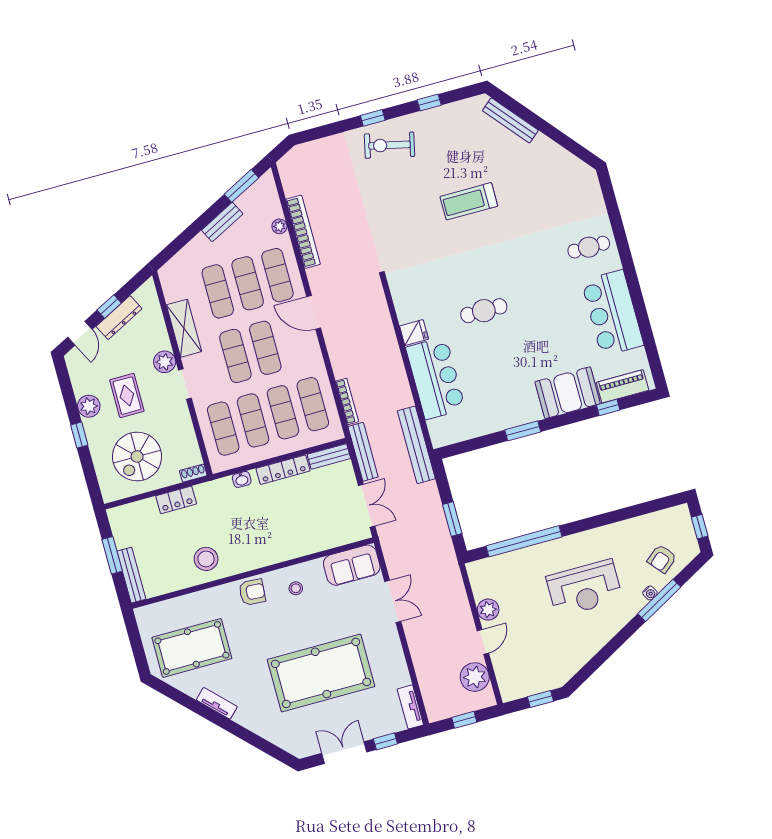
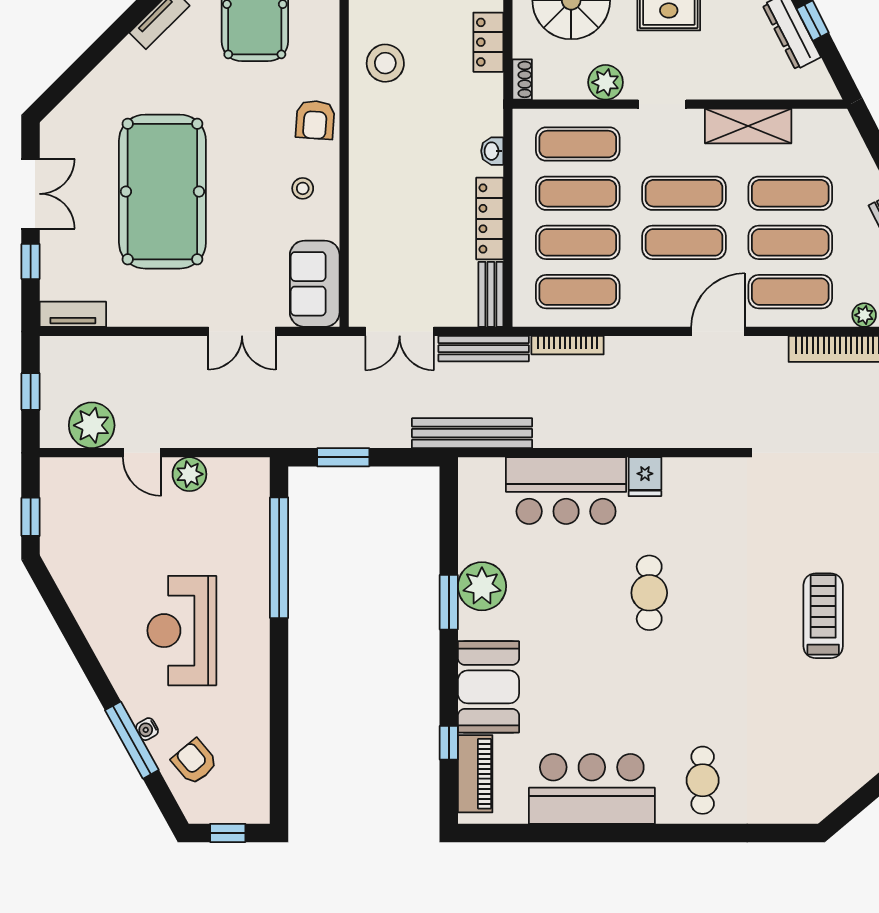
plant: (165, 362) -> (606, 82), moved
plant: (508, 413) -> (482, 586), added

